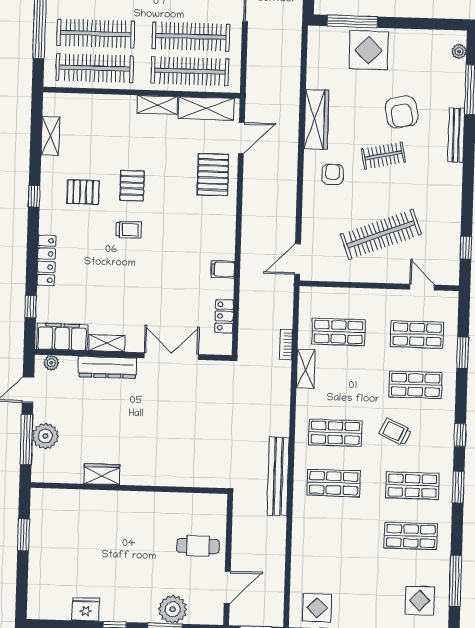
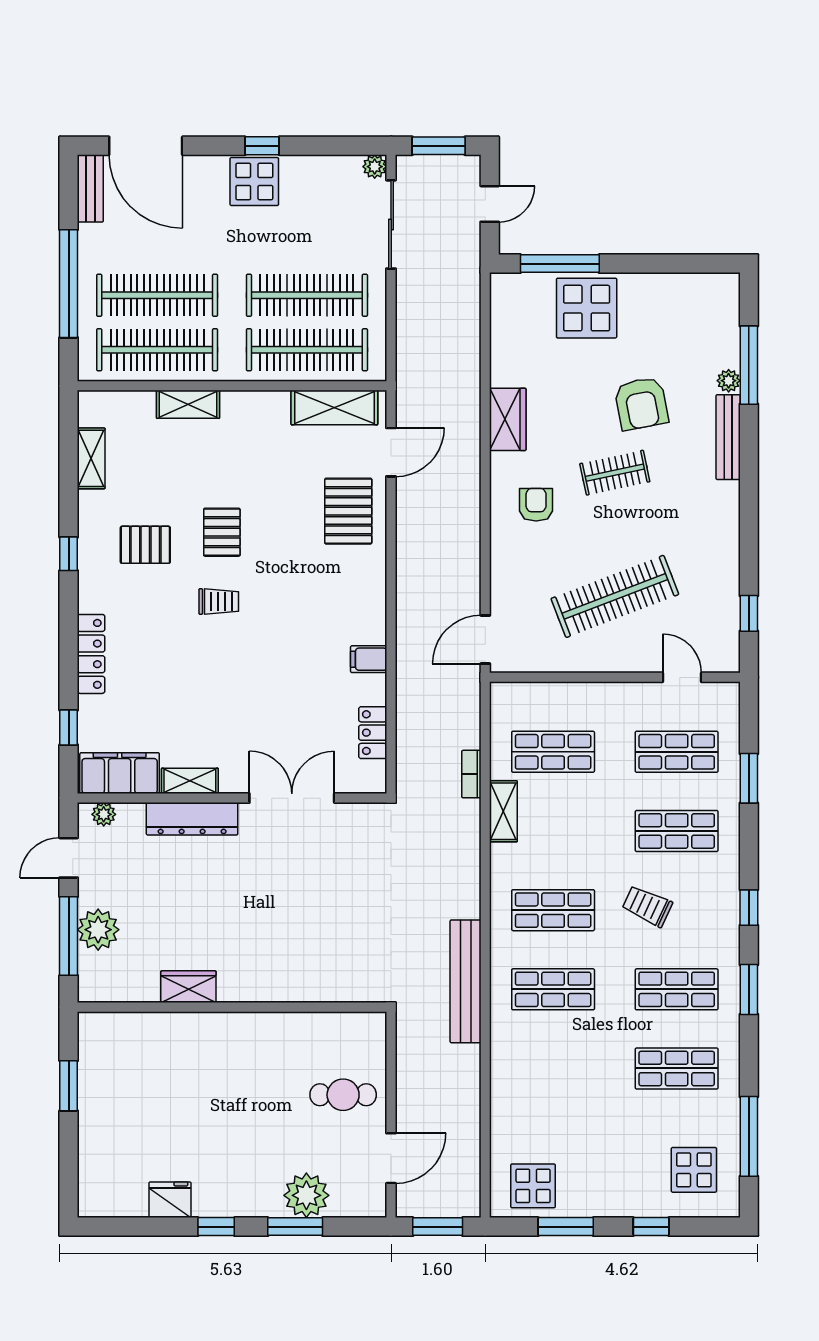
plant: (459, 51) -> (729, 381), moved
shelving: (157, 105) -> (188, 404), moved
wardrobe: (316, 119) -> (508, 419), width x0.67

